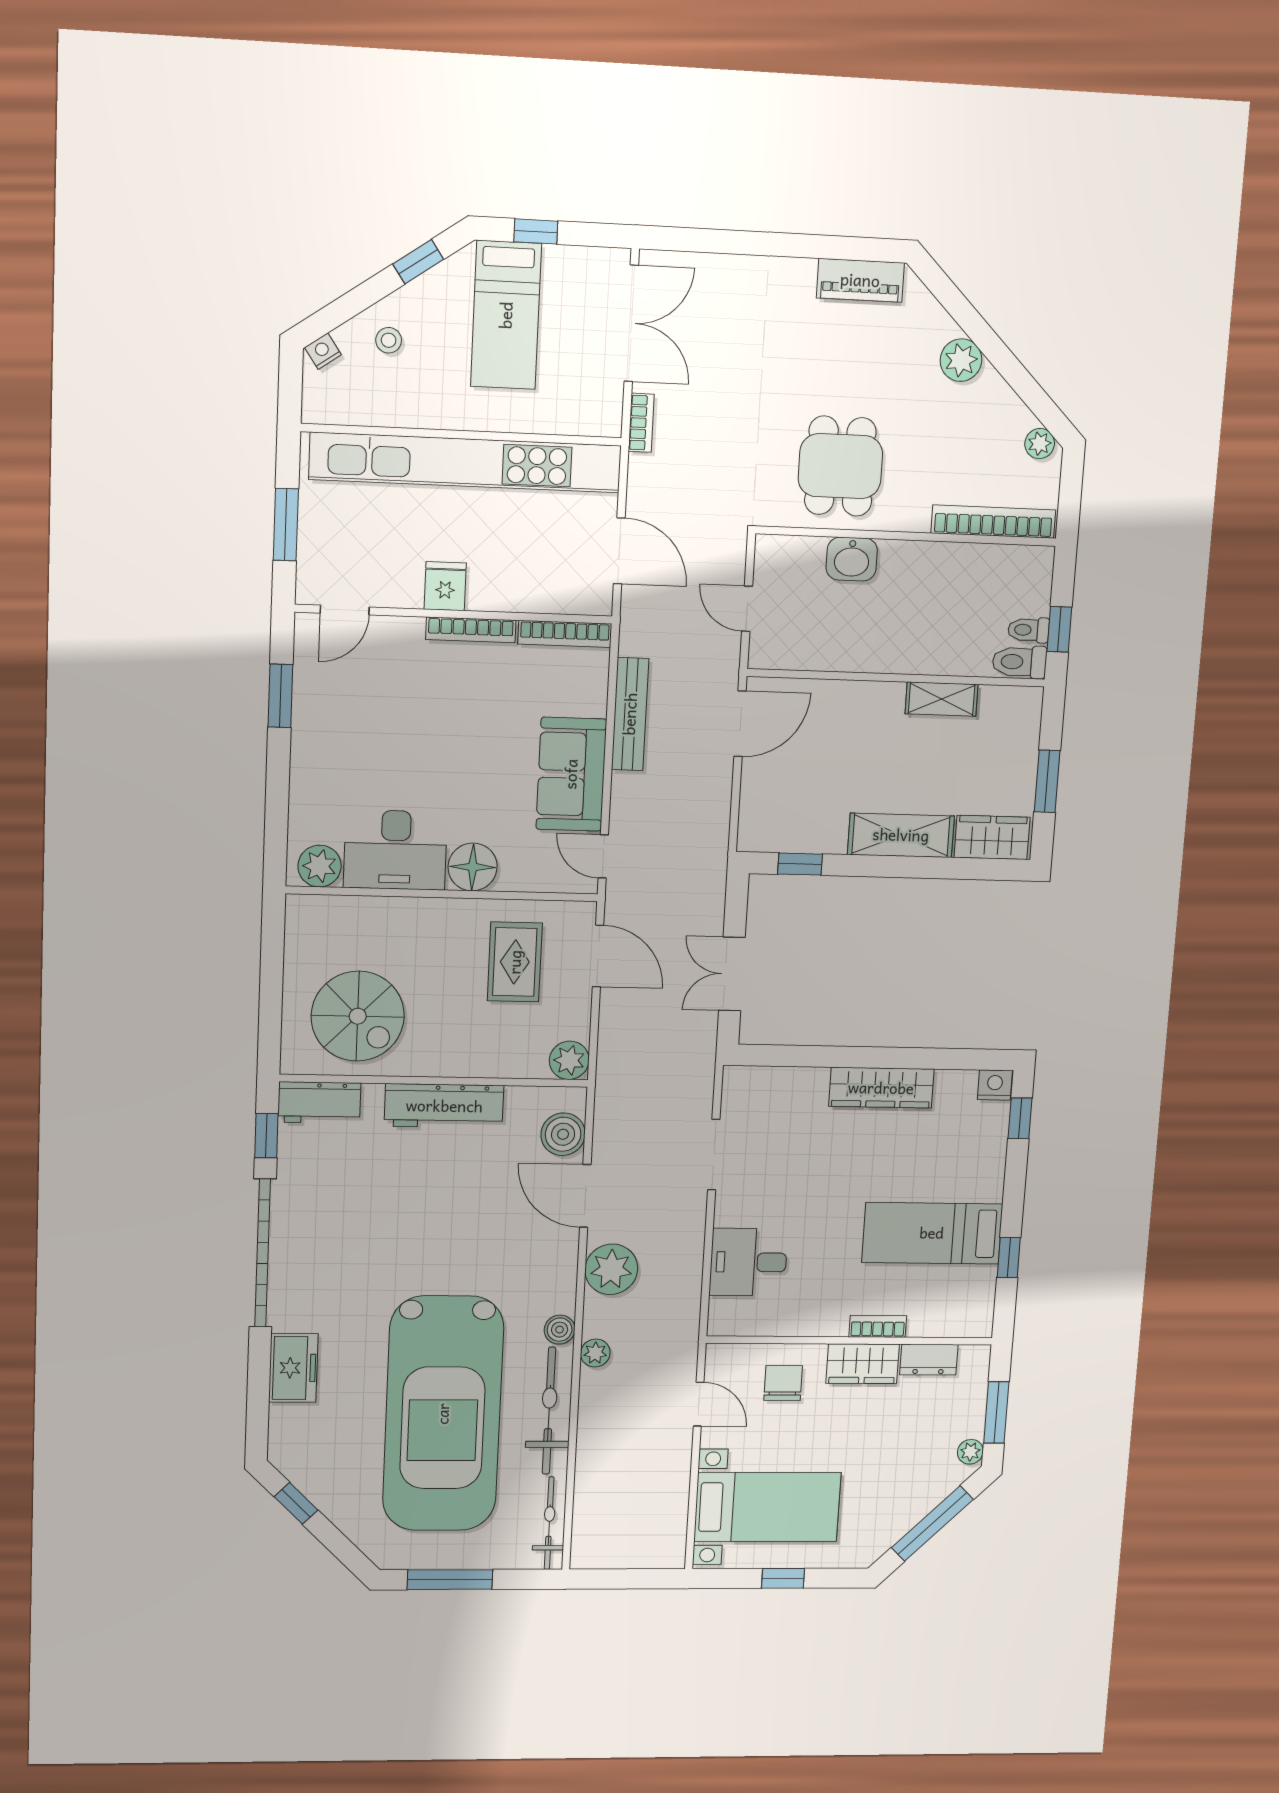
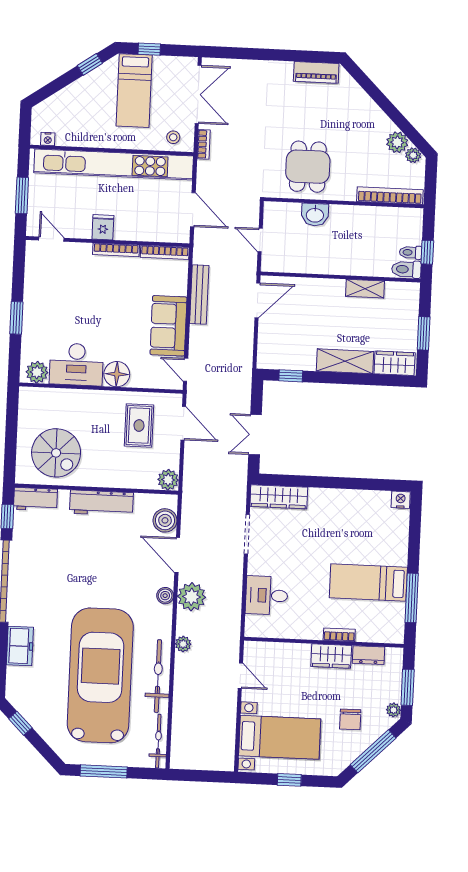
stool: (389, 340) -> (173, 137), moved
nightstand: (323, 351) -> (48, 139), moved, turned -145
plant: (961, 360) -> (397, 142), moved
door: (345, 610) -> (51, 239), swing flipped
window: (280, 696) -> (16, 318), moved
wardrobe: (881, 1088) -> (279, 497), moved
window: (1020, 1118) -> (415, 519), removed
window: (1009, 1258) -> (412, 598), width x2.17
boiler: (560, 1330) -> (165, 596), moved
chair: (783, 1383) -> (350, 719), moved, turned 180
car: (443, 1414) -> (100, 675), turned 180

